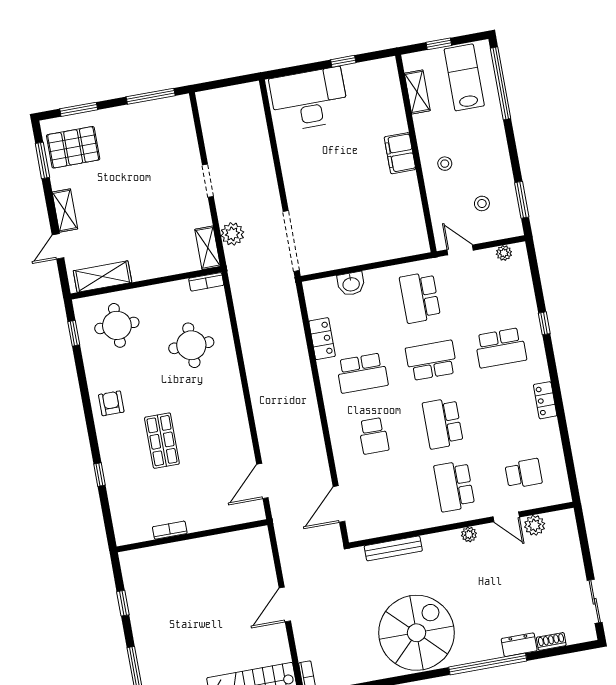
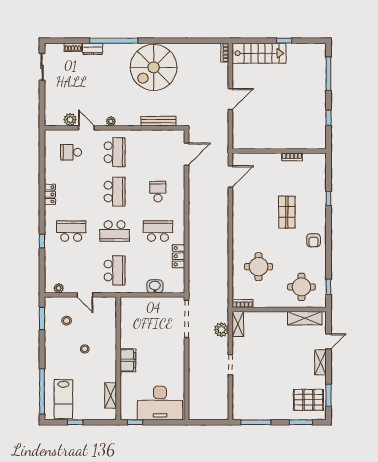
shelving: (417, 92) -> (111, 395), moved
filing cabinet: (400, 153) -> (128, 360), moved
wall: (416, 154) -> (118, 358), moved

